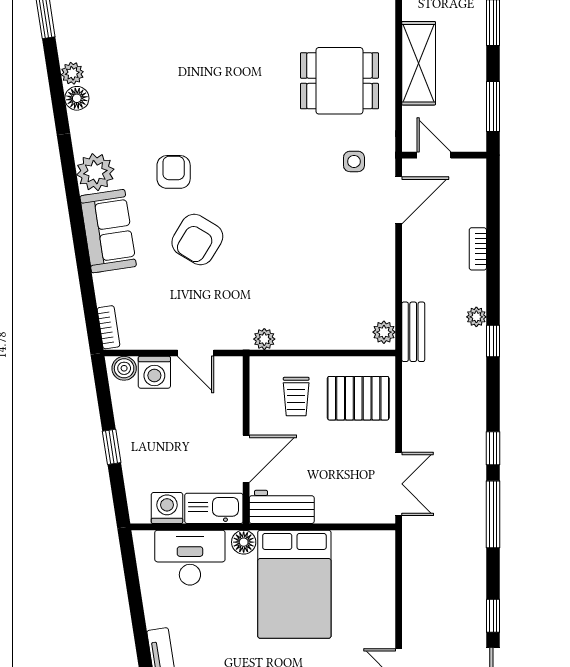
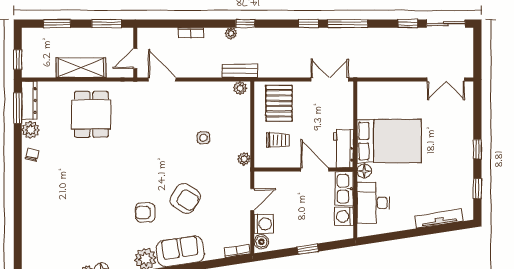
side table: (354, 161) -> (203, 138), moved

